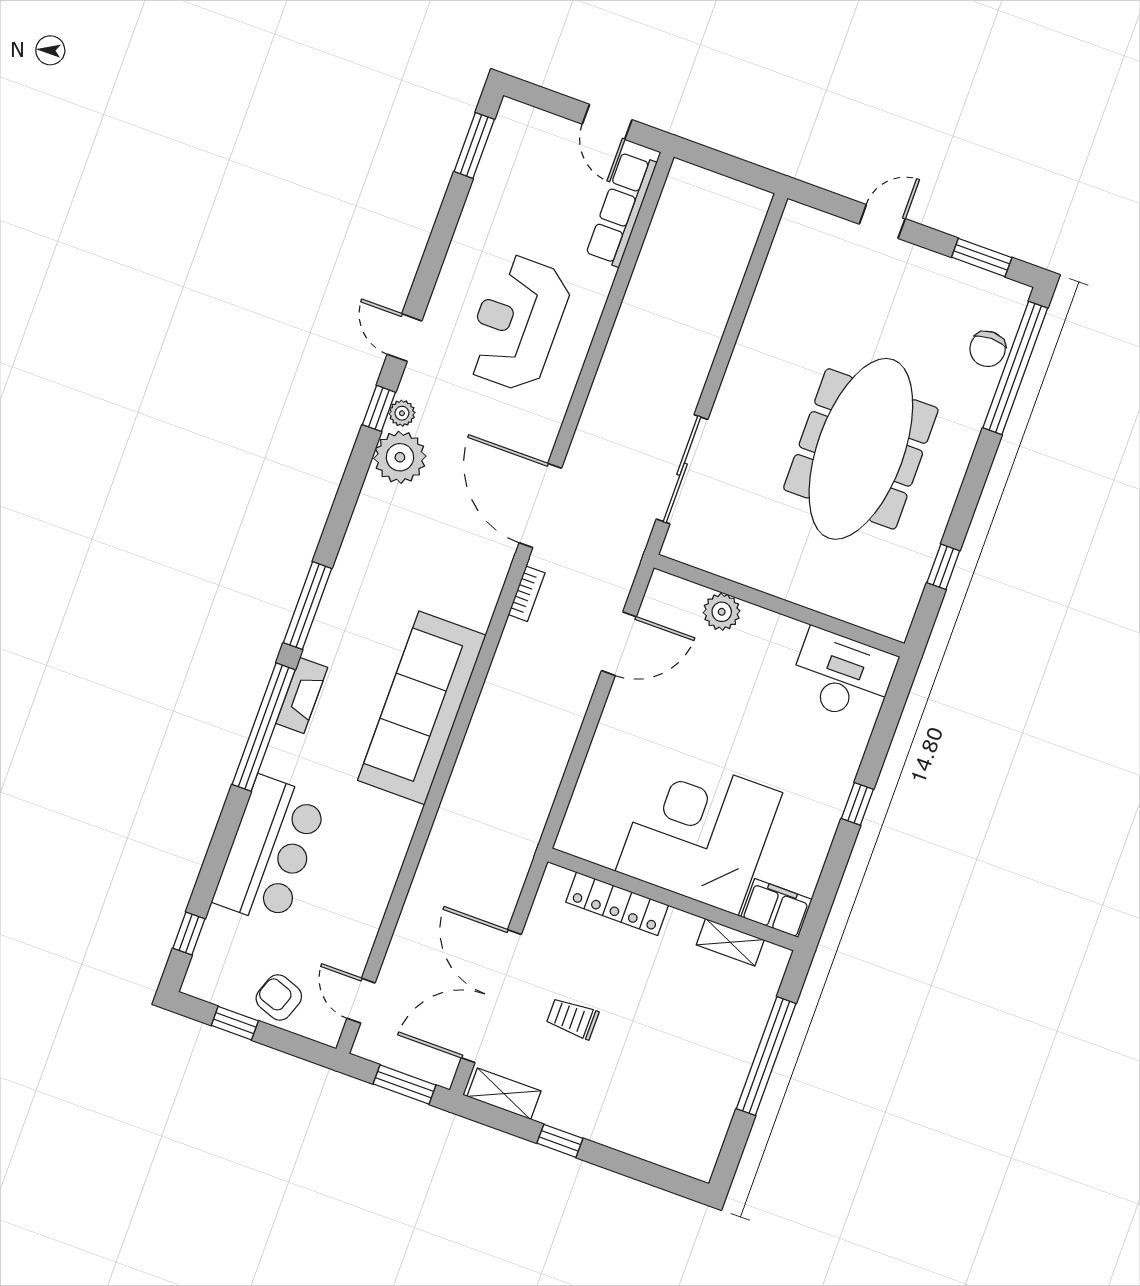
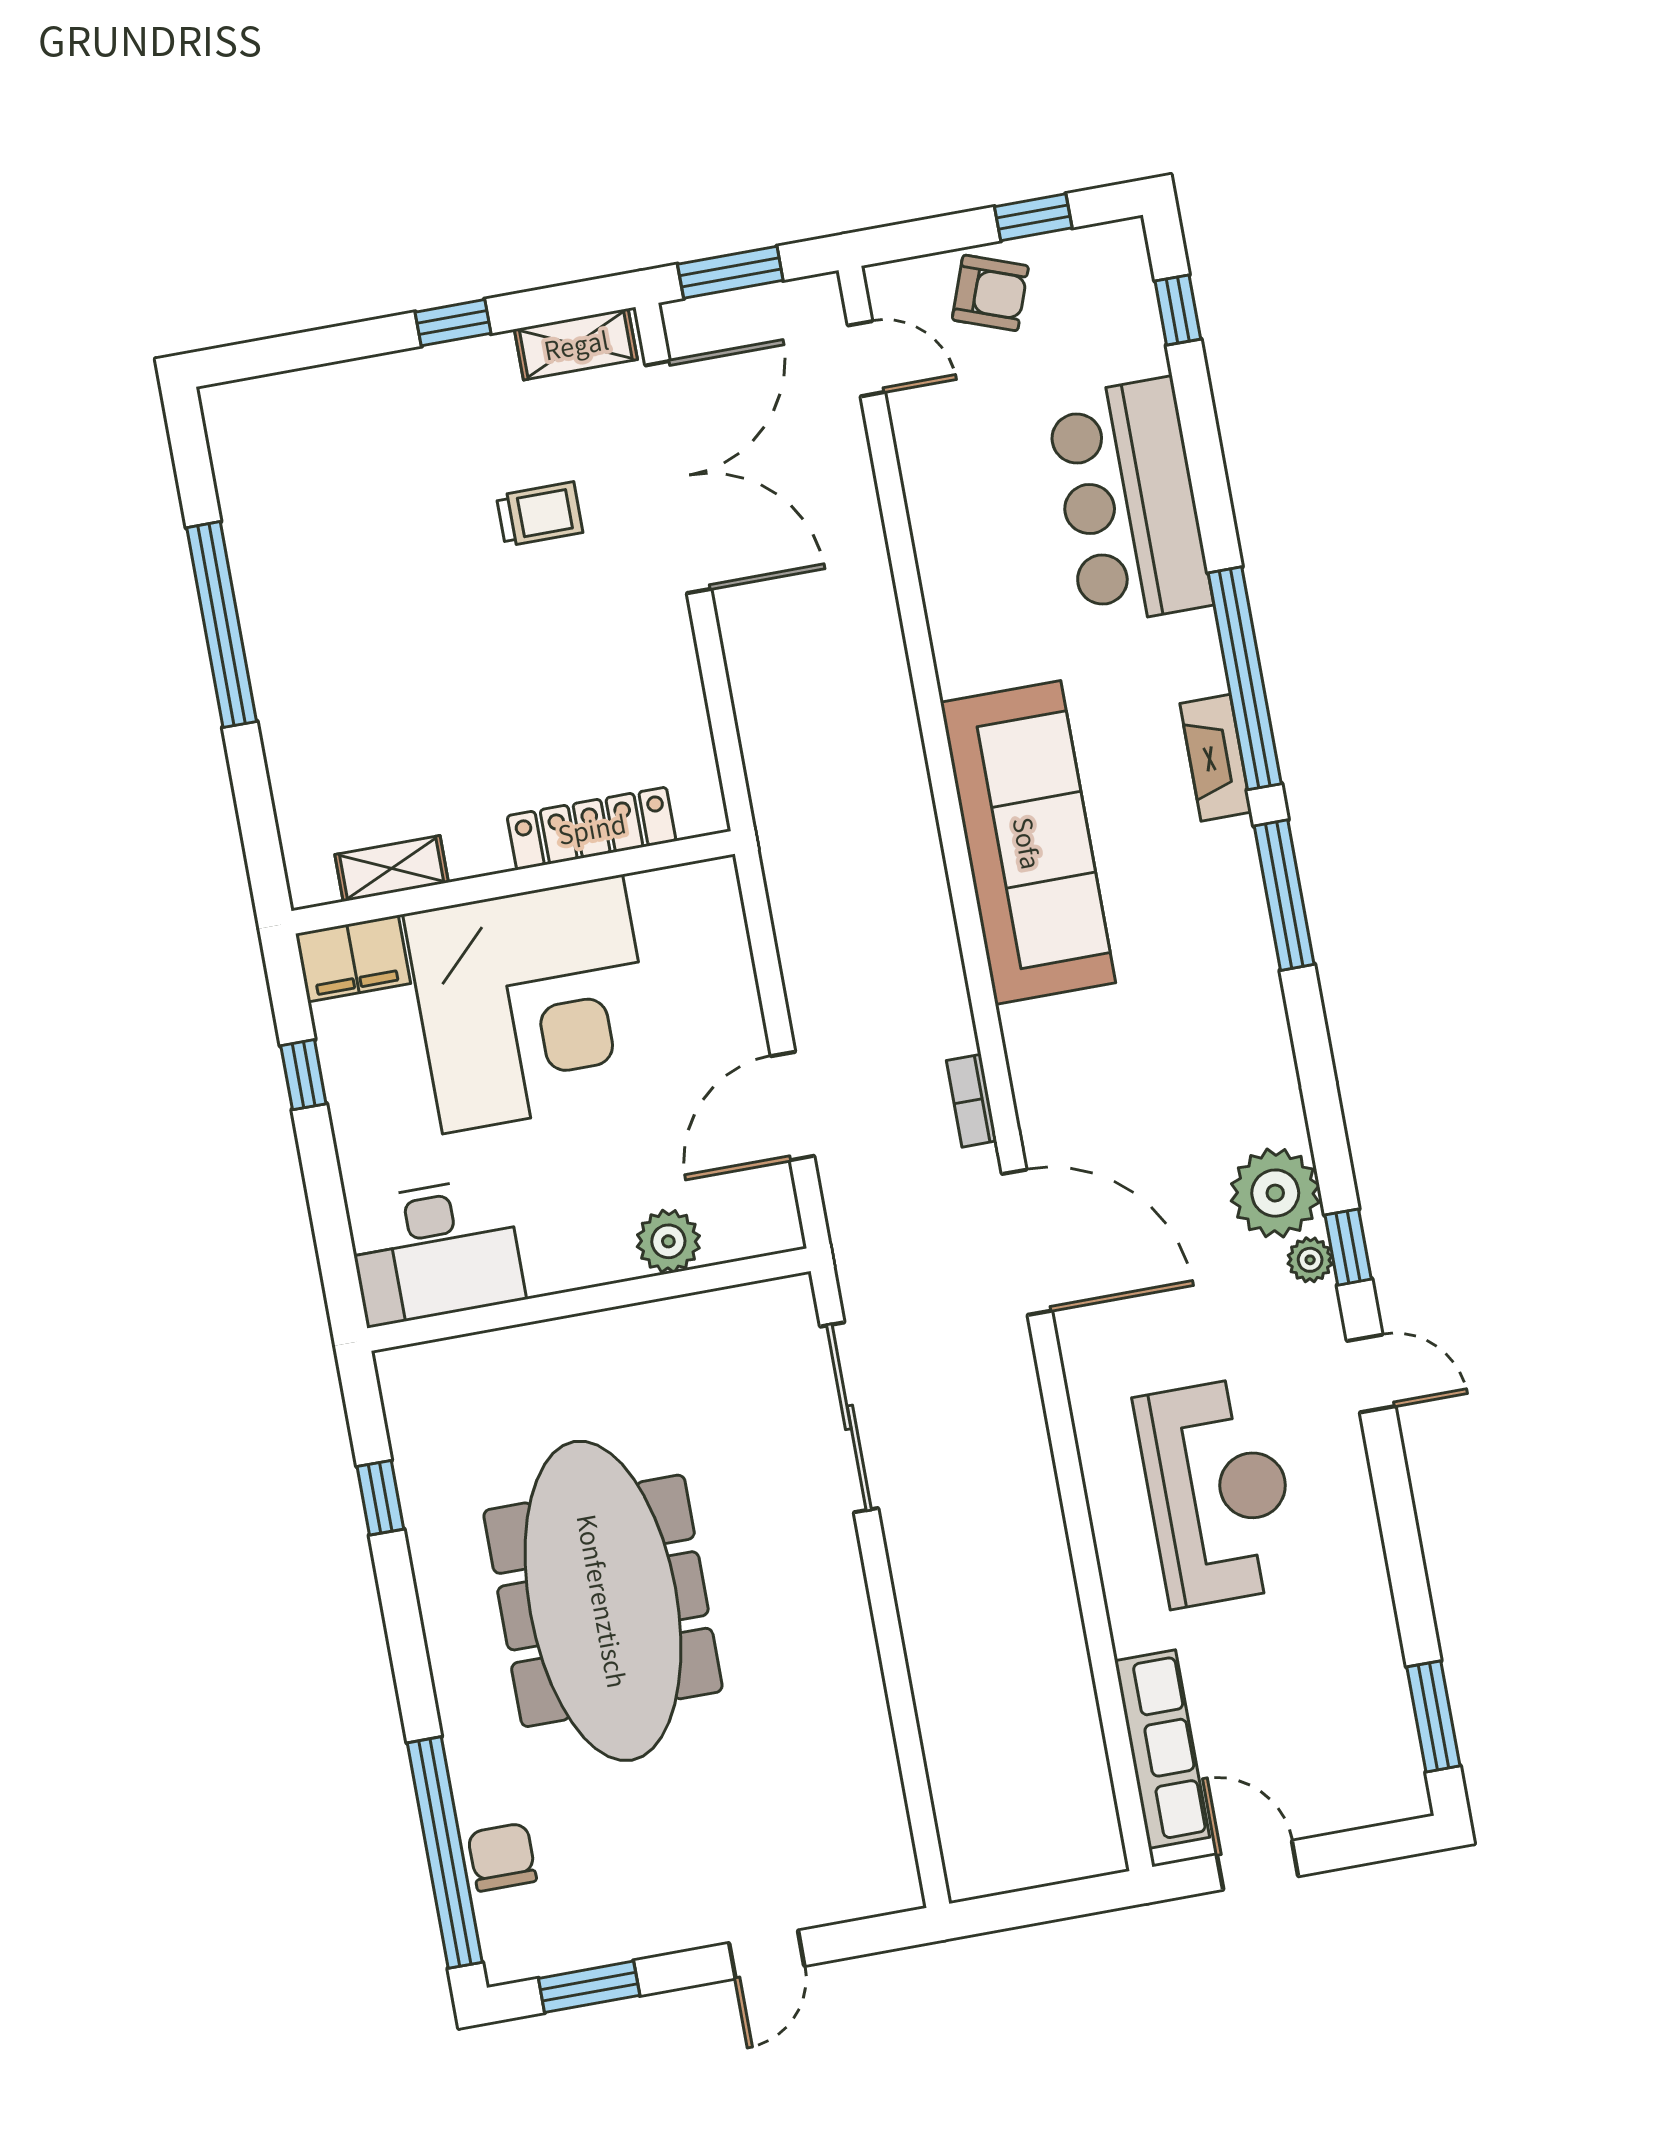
corner desk: (699, 832) -> (533, 1004), moved
wall: (673, 899) -> (513, 882), moved
locker: (617, 904) -> (592, 828), moved
filing cabinet: (776, 908) -> (353, 959), moved
shelving: (730, 942) -> (392, 869), moved

